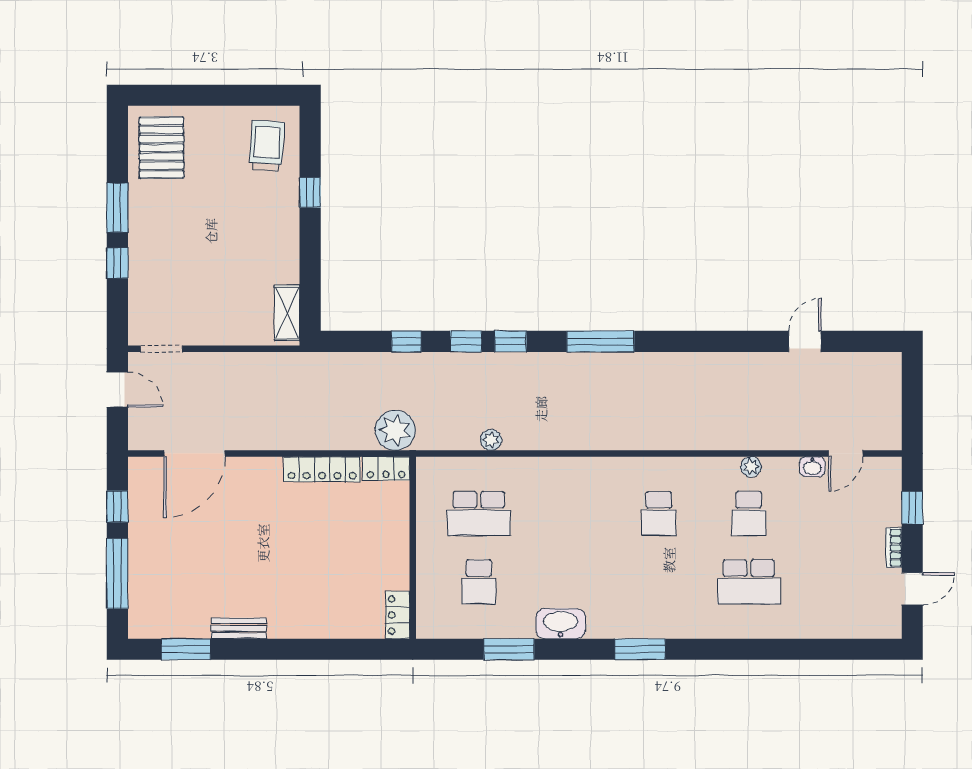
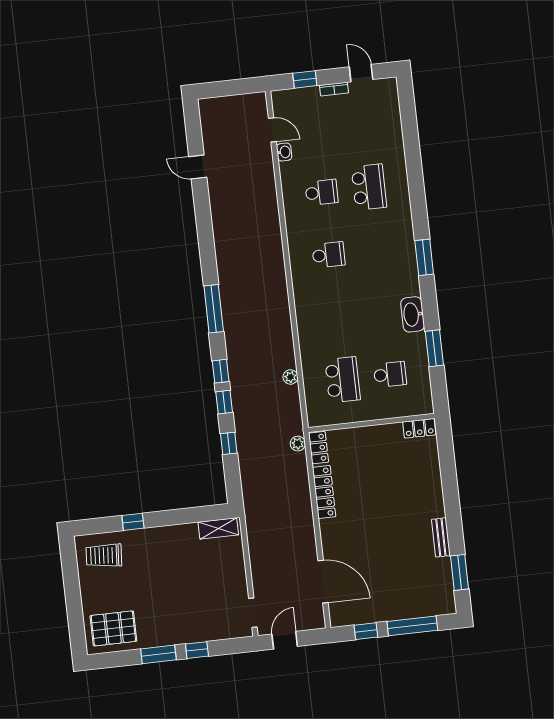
plant: (395, 430) -> (298, 444), width x0.53, depth x0.53
plant: (751, 467) -> (289, 194), removed

